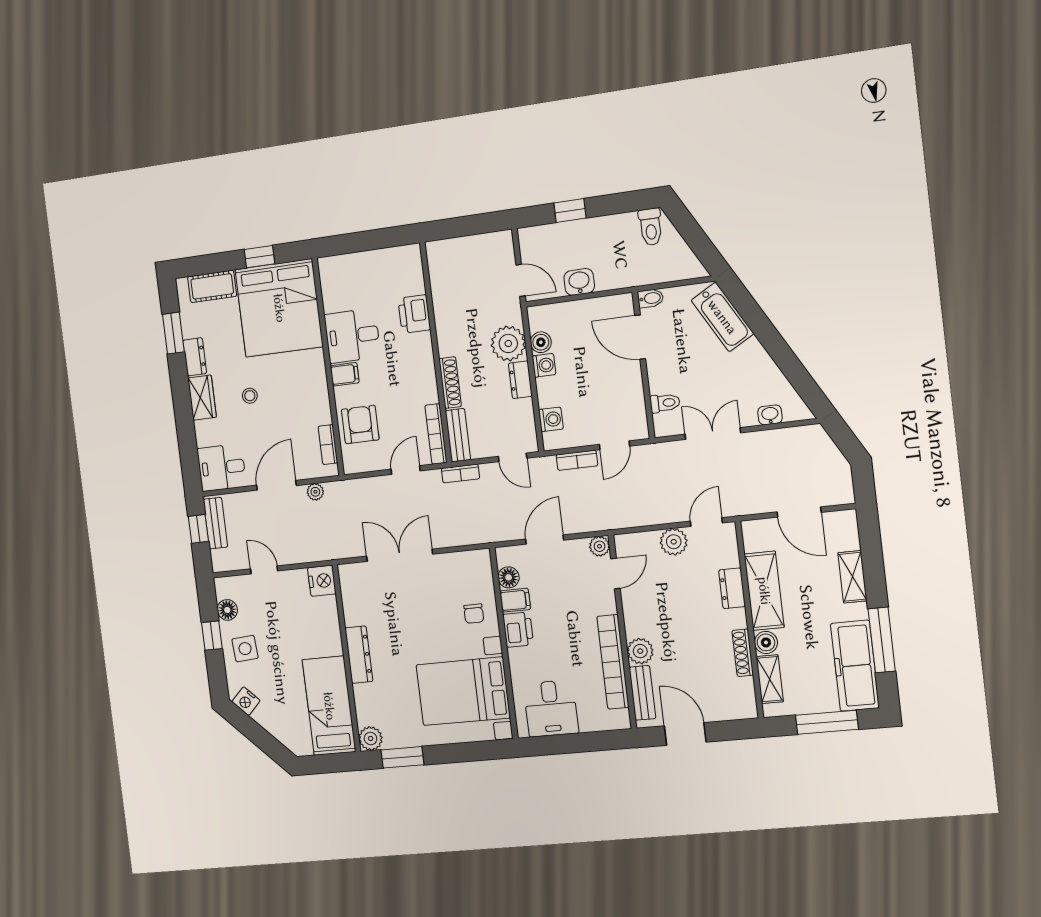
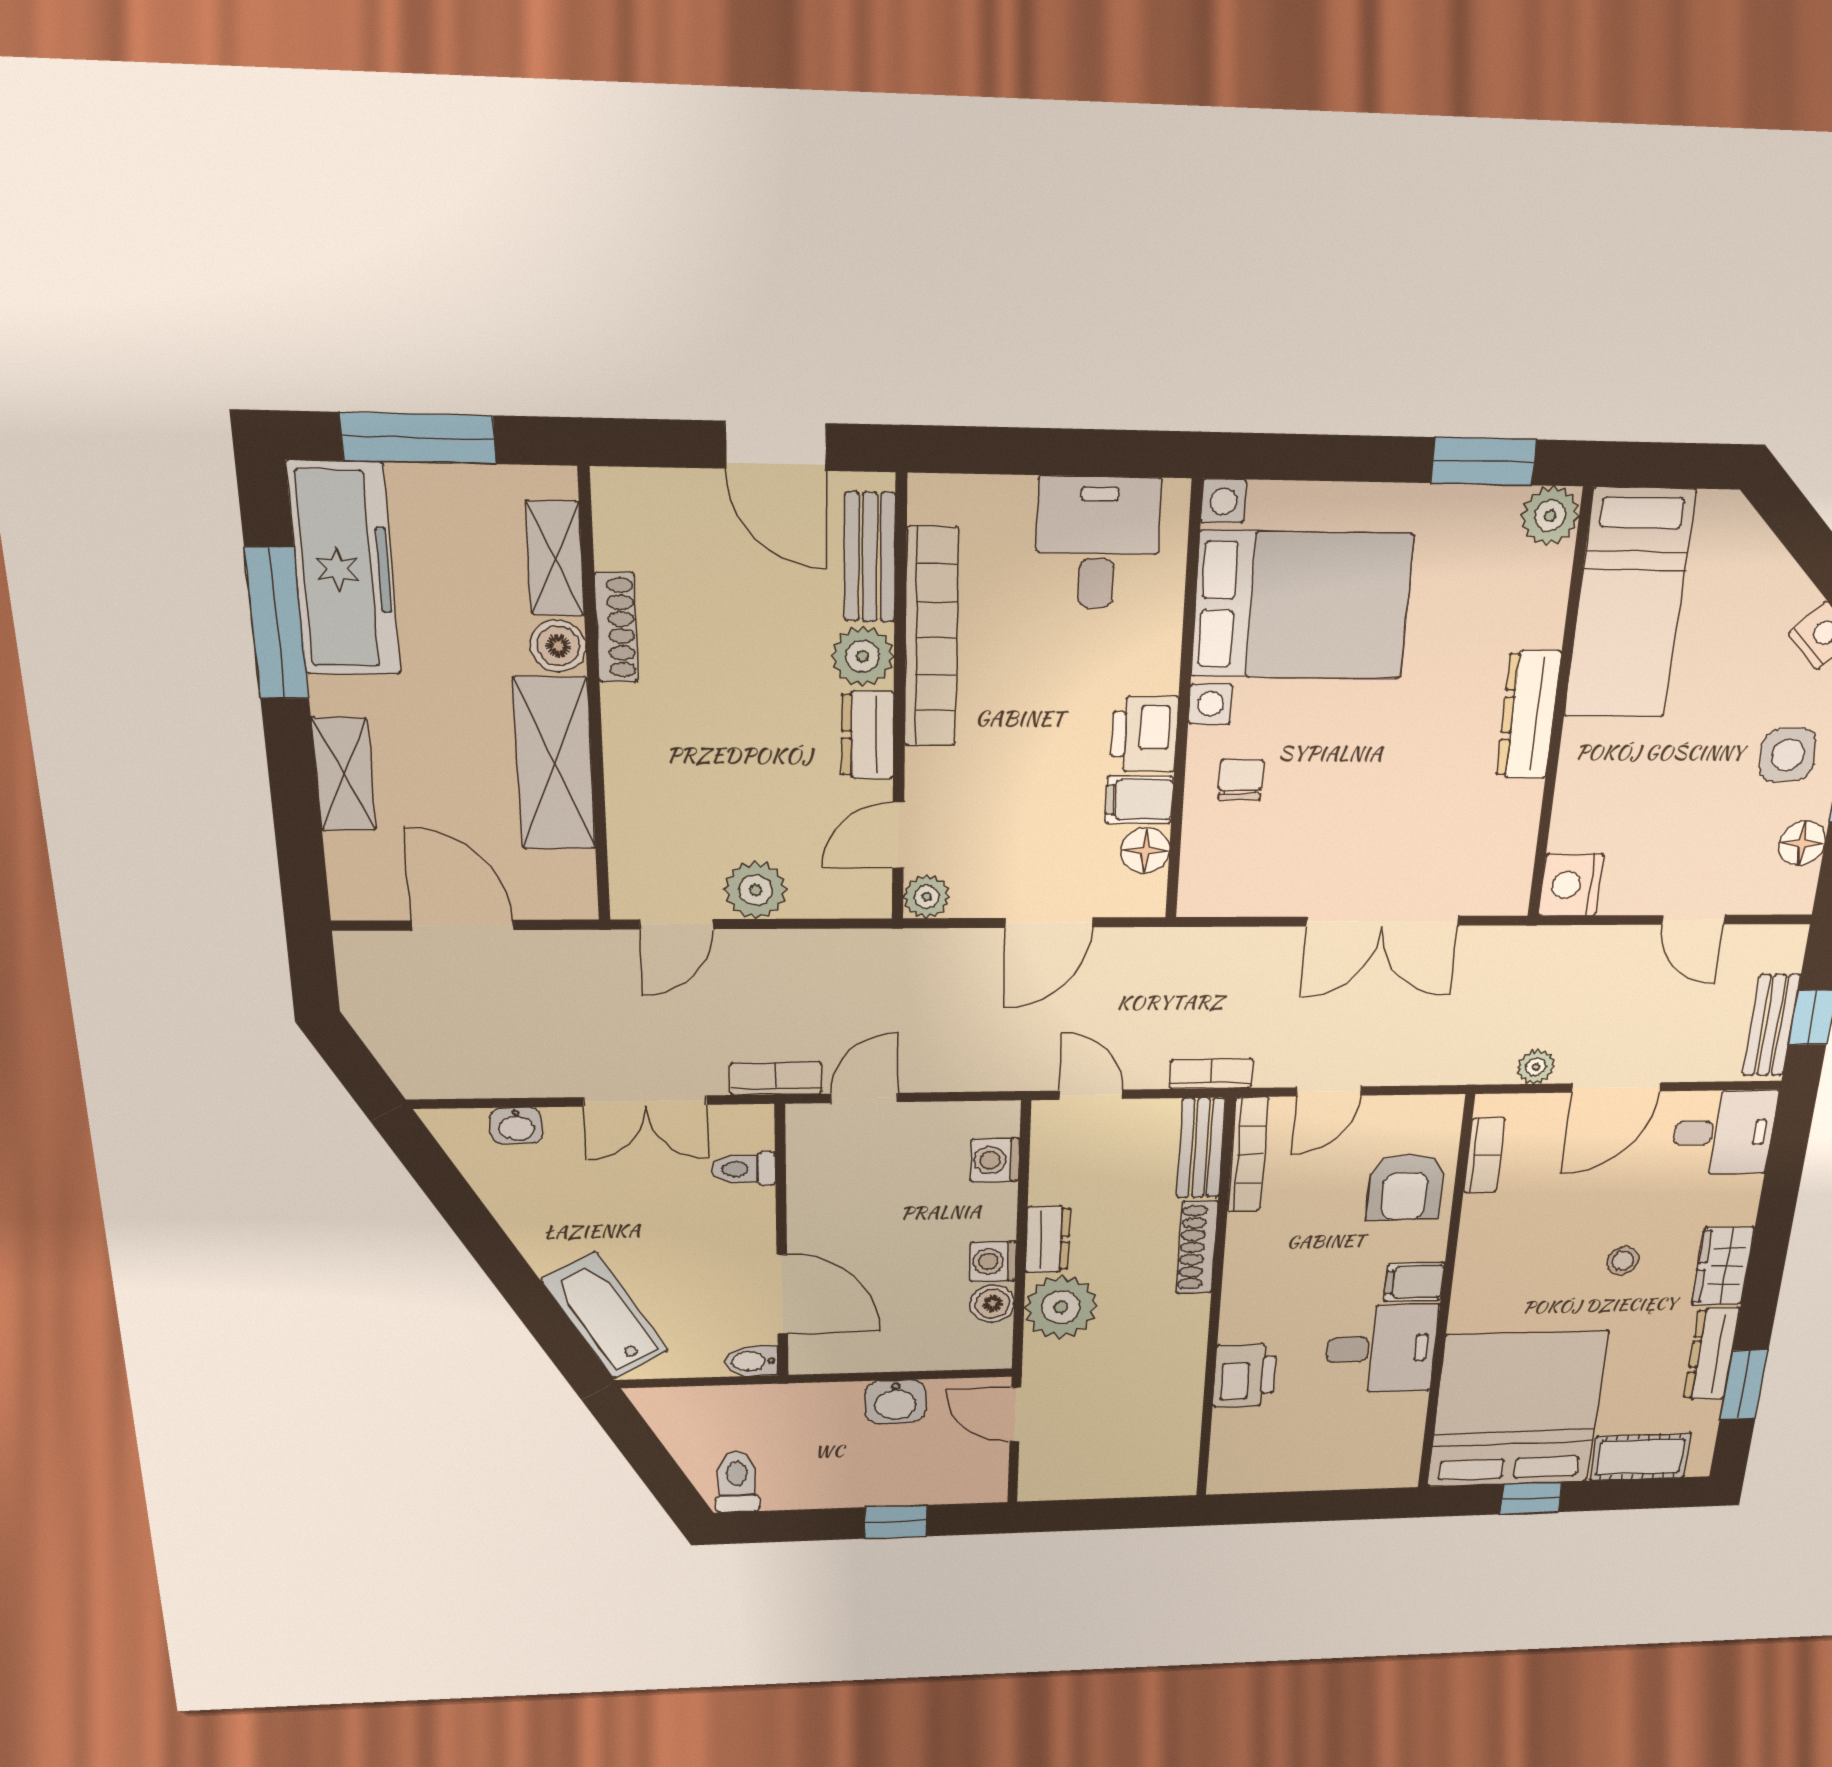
dresser: (195, 357) -> (1712, 1354), width x1.44
bookcase: (577, 460) -> (776, 1078), moved
dresser: (732, 588) -> (868, 735), moved, turned 180

